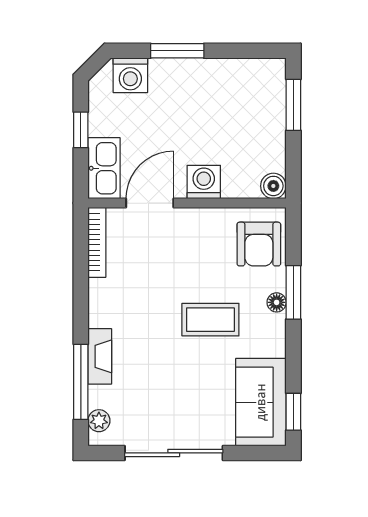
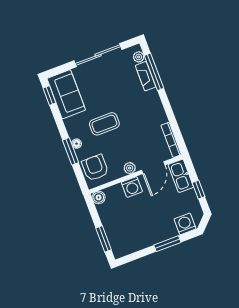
plant: (194, 219) -> (130, 168), added
fireplace: (100, 356) -> (146, 76), moved

